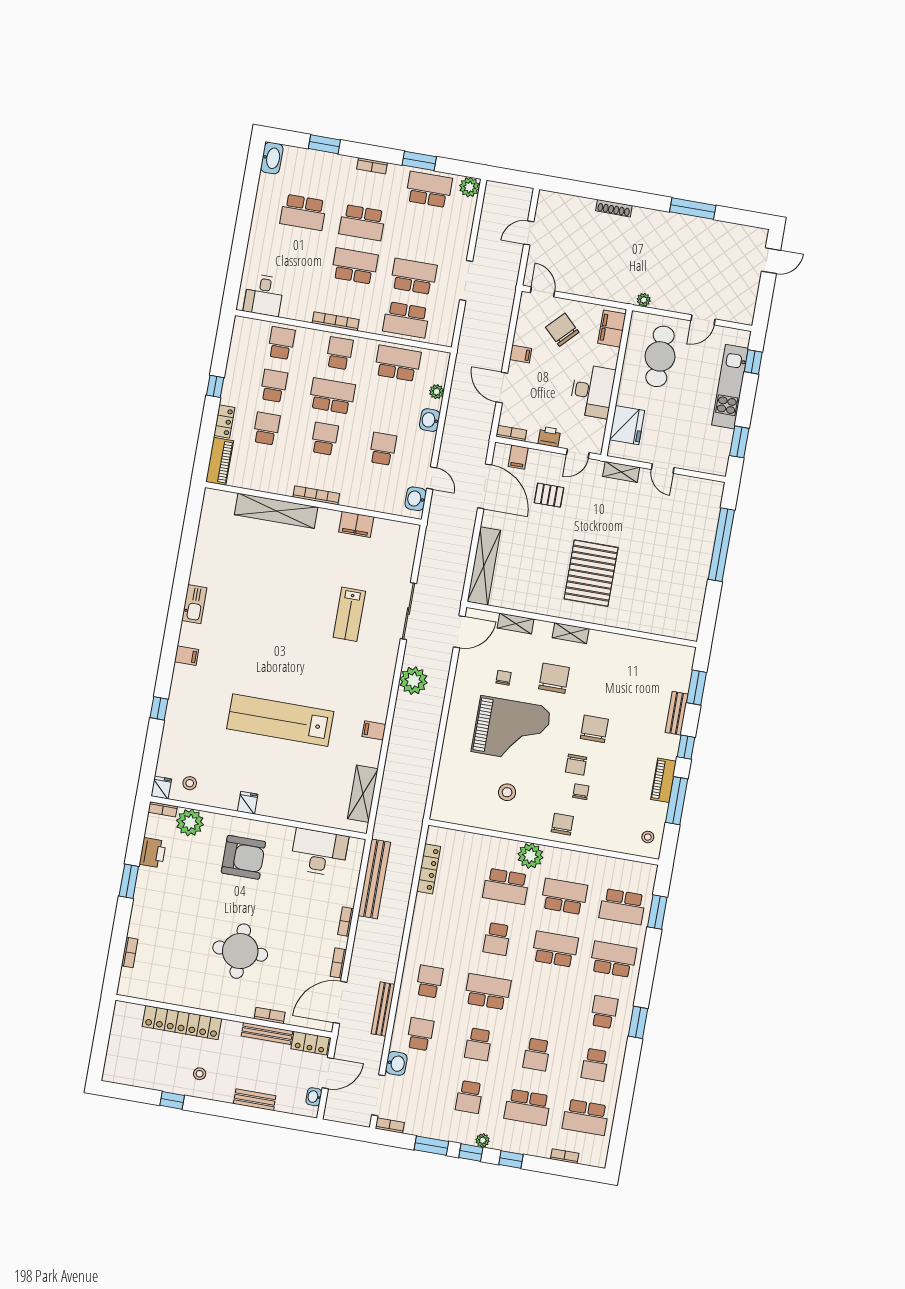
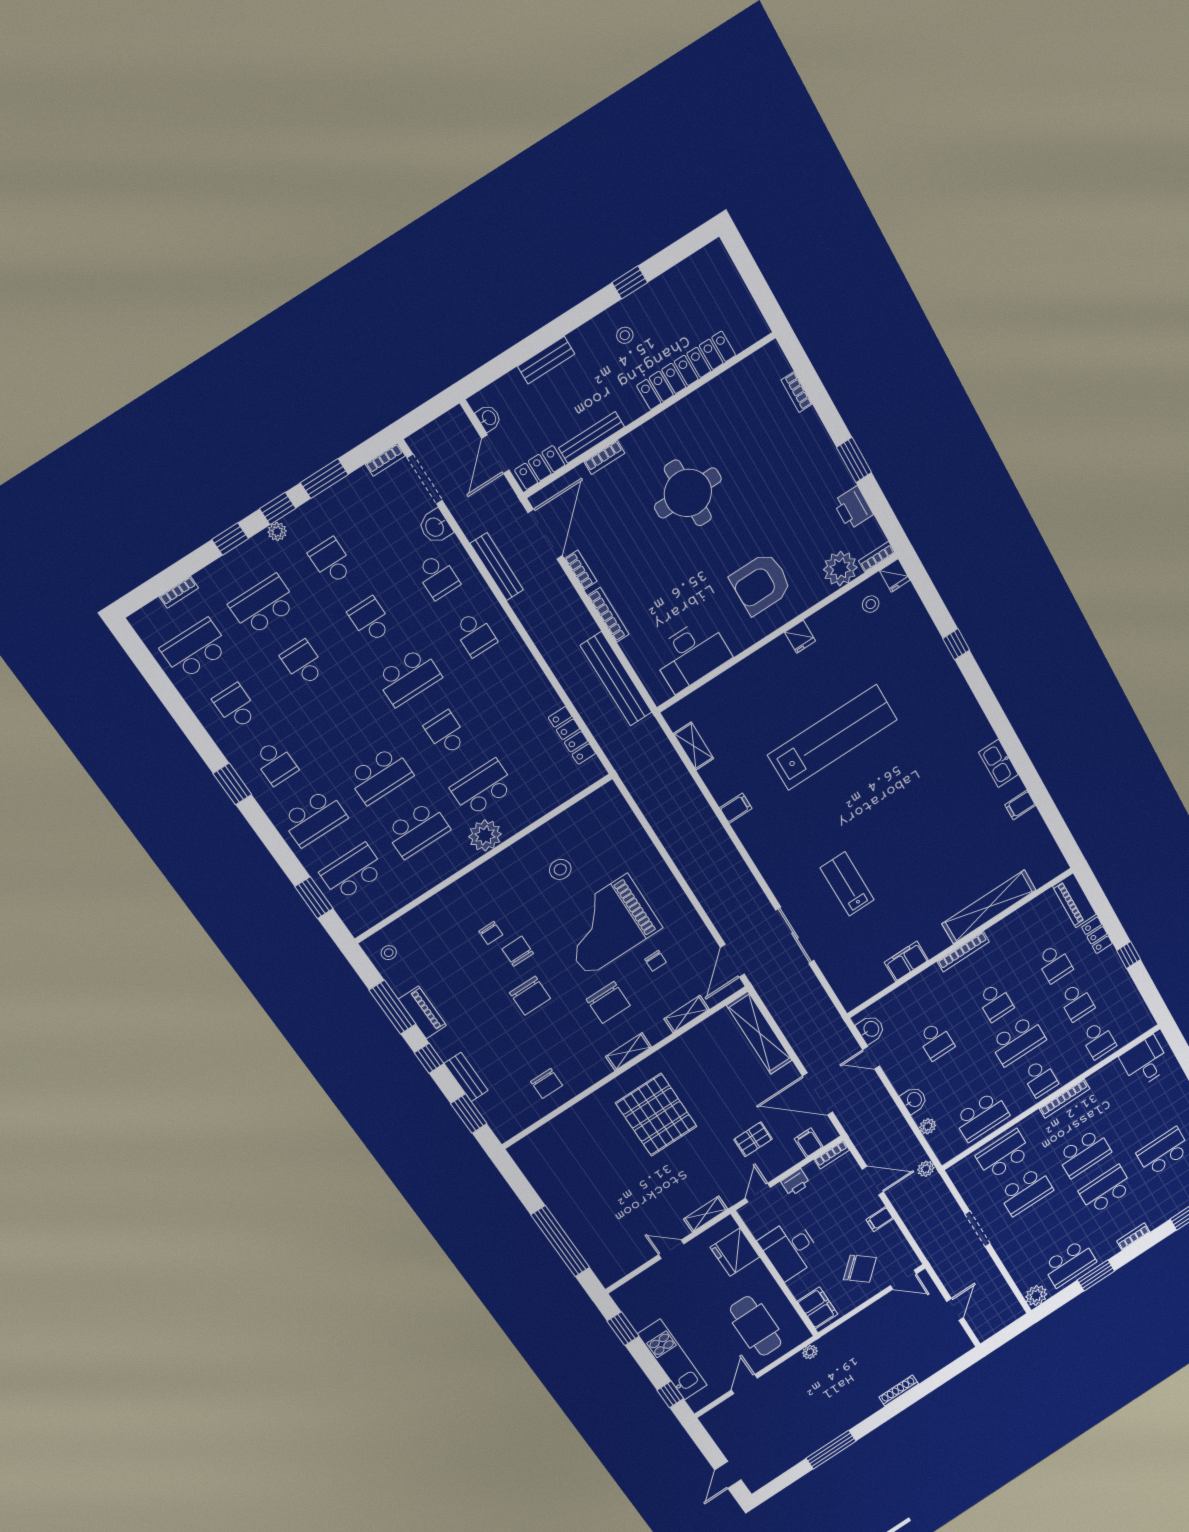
filing cabinet: (186, 656) -> (1020, 805), moved
plant: (413, 681) -> (926, 1169), moved, width x0.53, depth x0.53
shelving: (363, 794) -> (694, 746), width x0.67, depth x0.75
chair: (562, 824) -> (547, 1083), moved
bookcase: (346, 922) -> (608, 615), width x1.56

